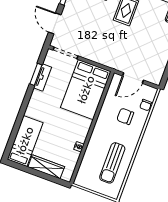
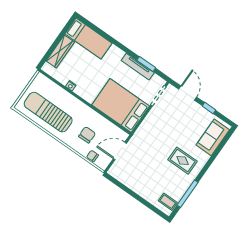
door: (55, 23) -> (188, 93), hinge flipped
tv unit: (43, 78) -> (138, 67), width x1.41
door: (133, 78) -> (120, 151), hinge flipped
sun lounger: (112, 163) -> (48, 112), width x1.36, depth x1.34

